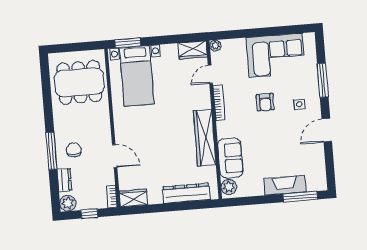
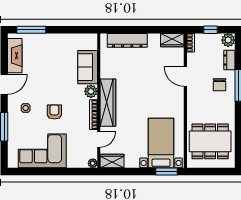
wardrobe: (205, 138) -> (108, 103), moved
fireplace: (285, 185) -> (15, 56), moved, turned -90
plant: (229, 187) -> (91, 91), moved

